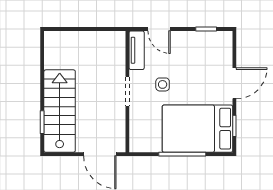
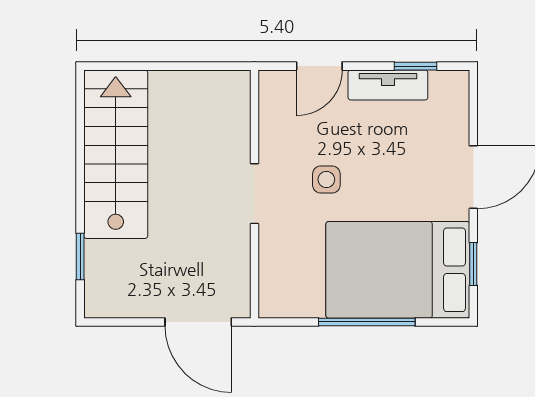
door: (159, 29) -> (319, 66), hinge flipped
tv unit: (137, 50) -> (388, 85), moved, turned 90
stairs: (60, 111) -> (116, 154), moved

